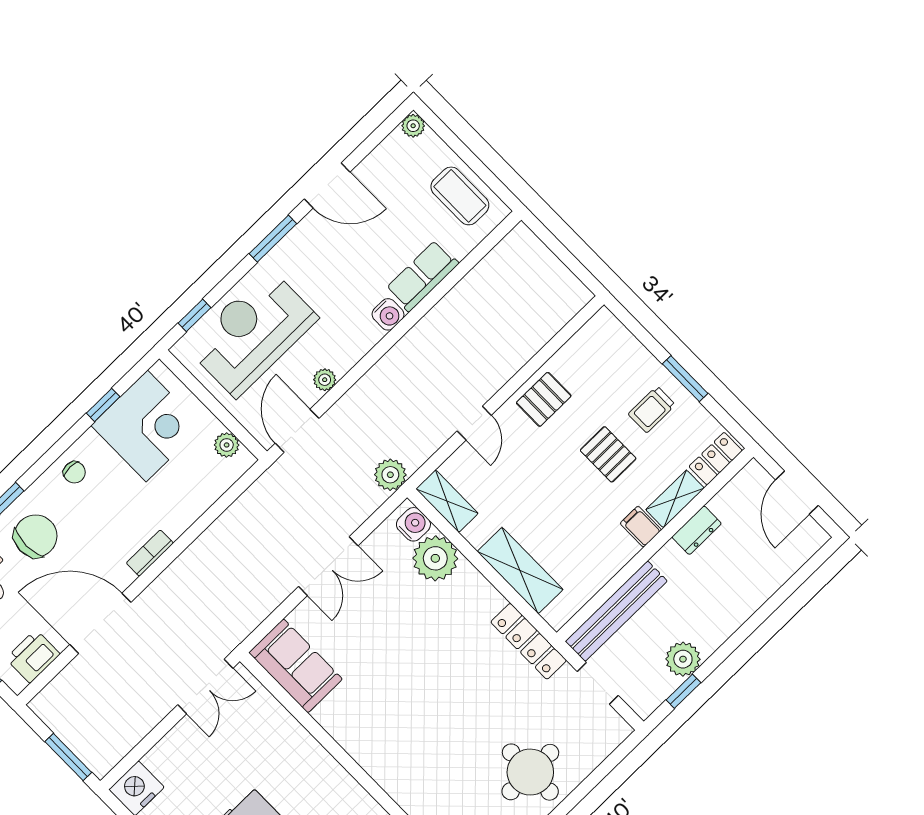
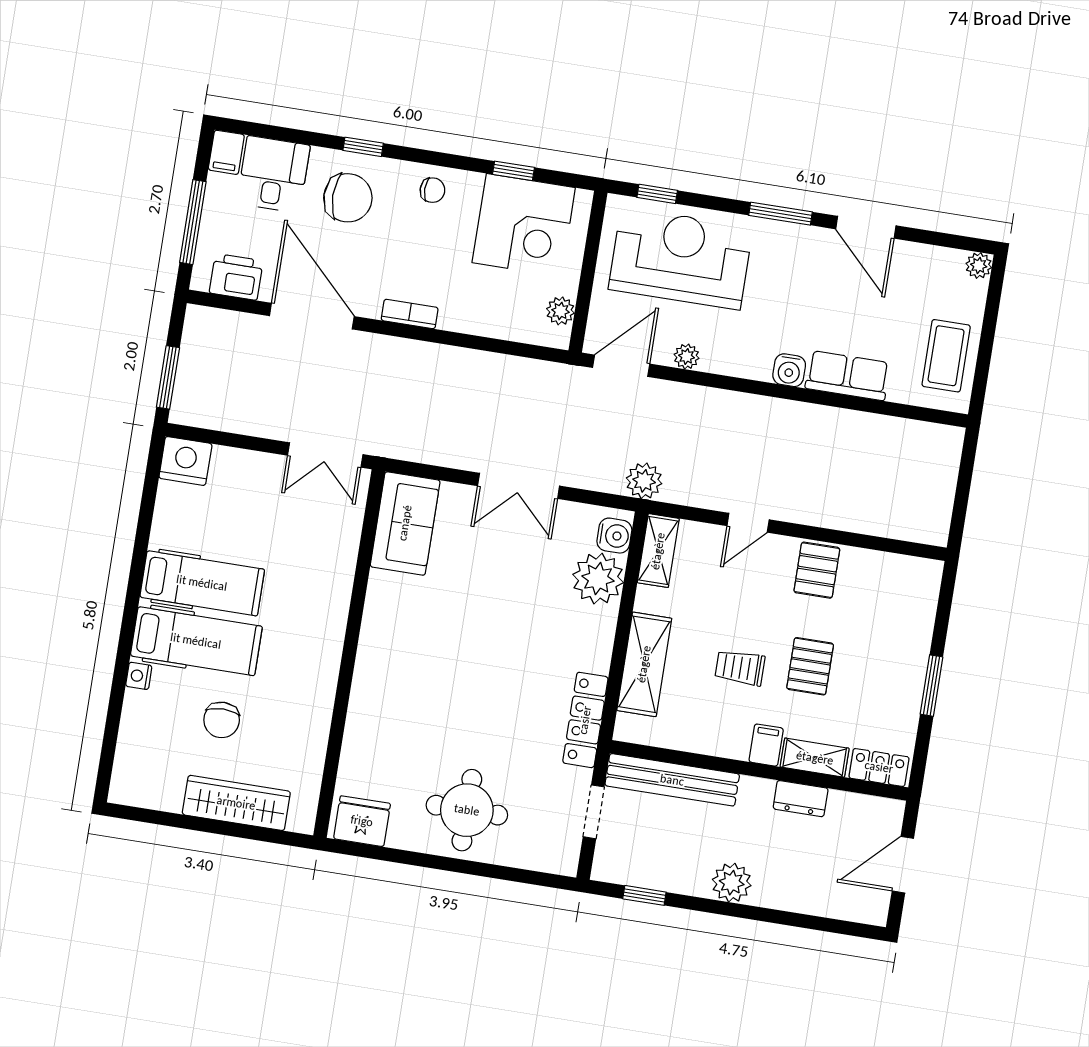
pallet: (544, 399) -> (817, 570), turned 90
trolley: (652, 409) -> (740, 668), moved
chair: (74, 472) -> (432, 190), turned -90
plant: (683, 659) -> (732, 883), moved

